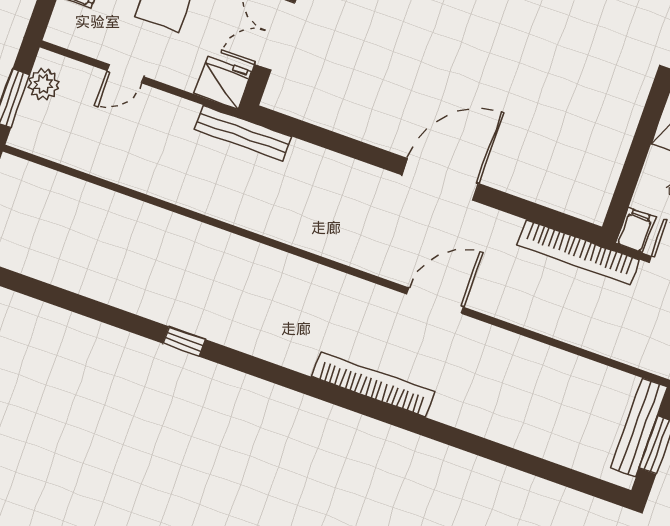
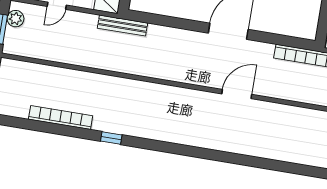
bookcase: (373, 384) -> (61, 118), moved

